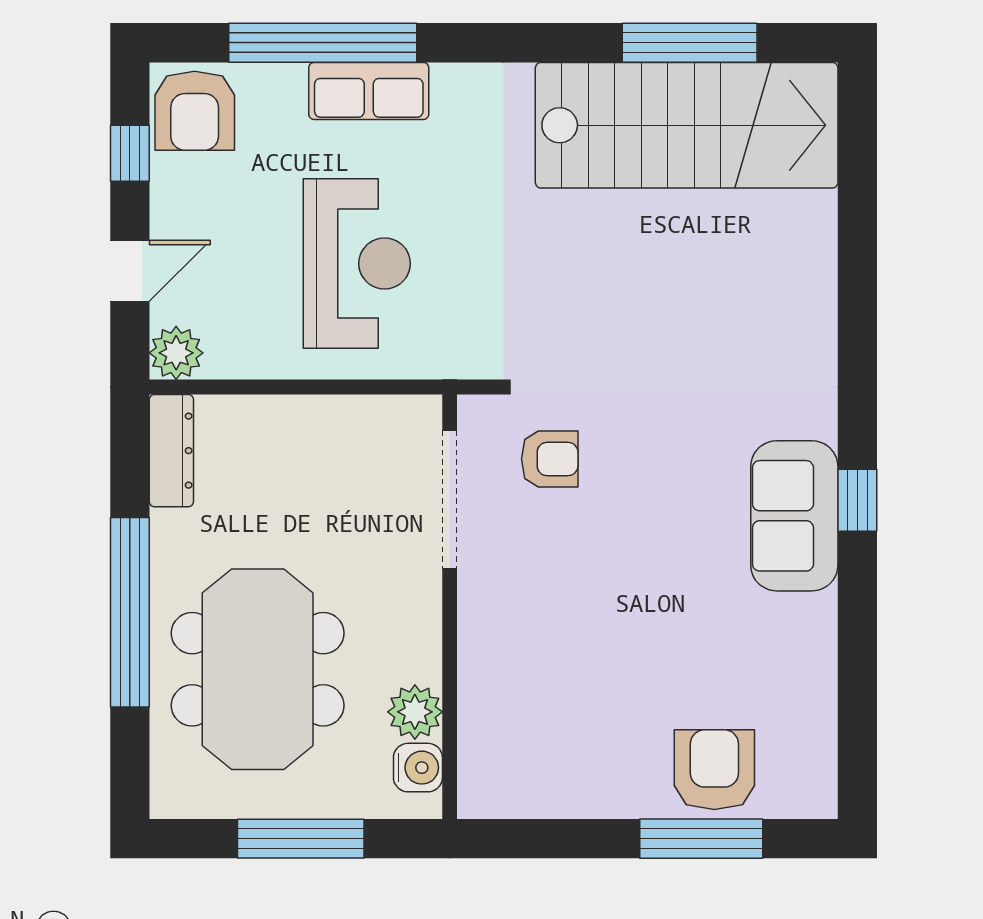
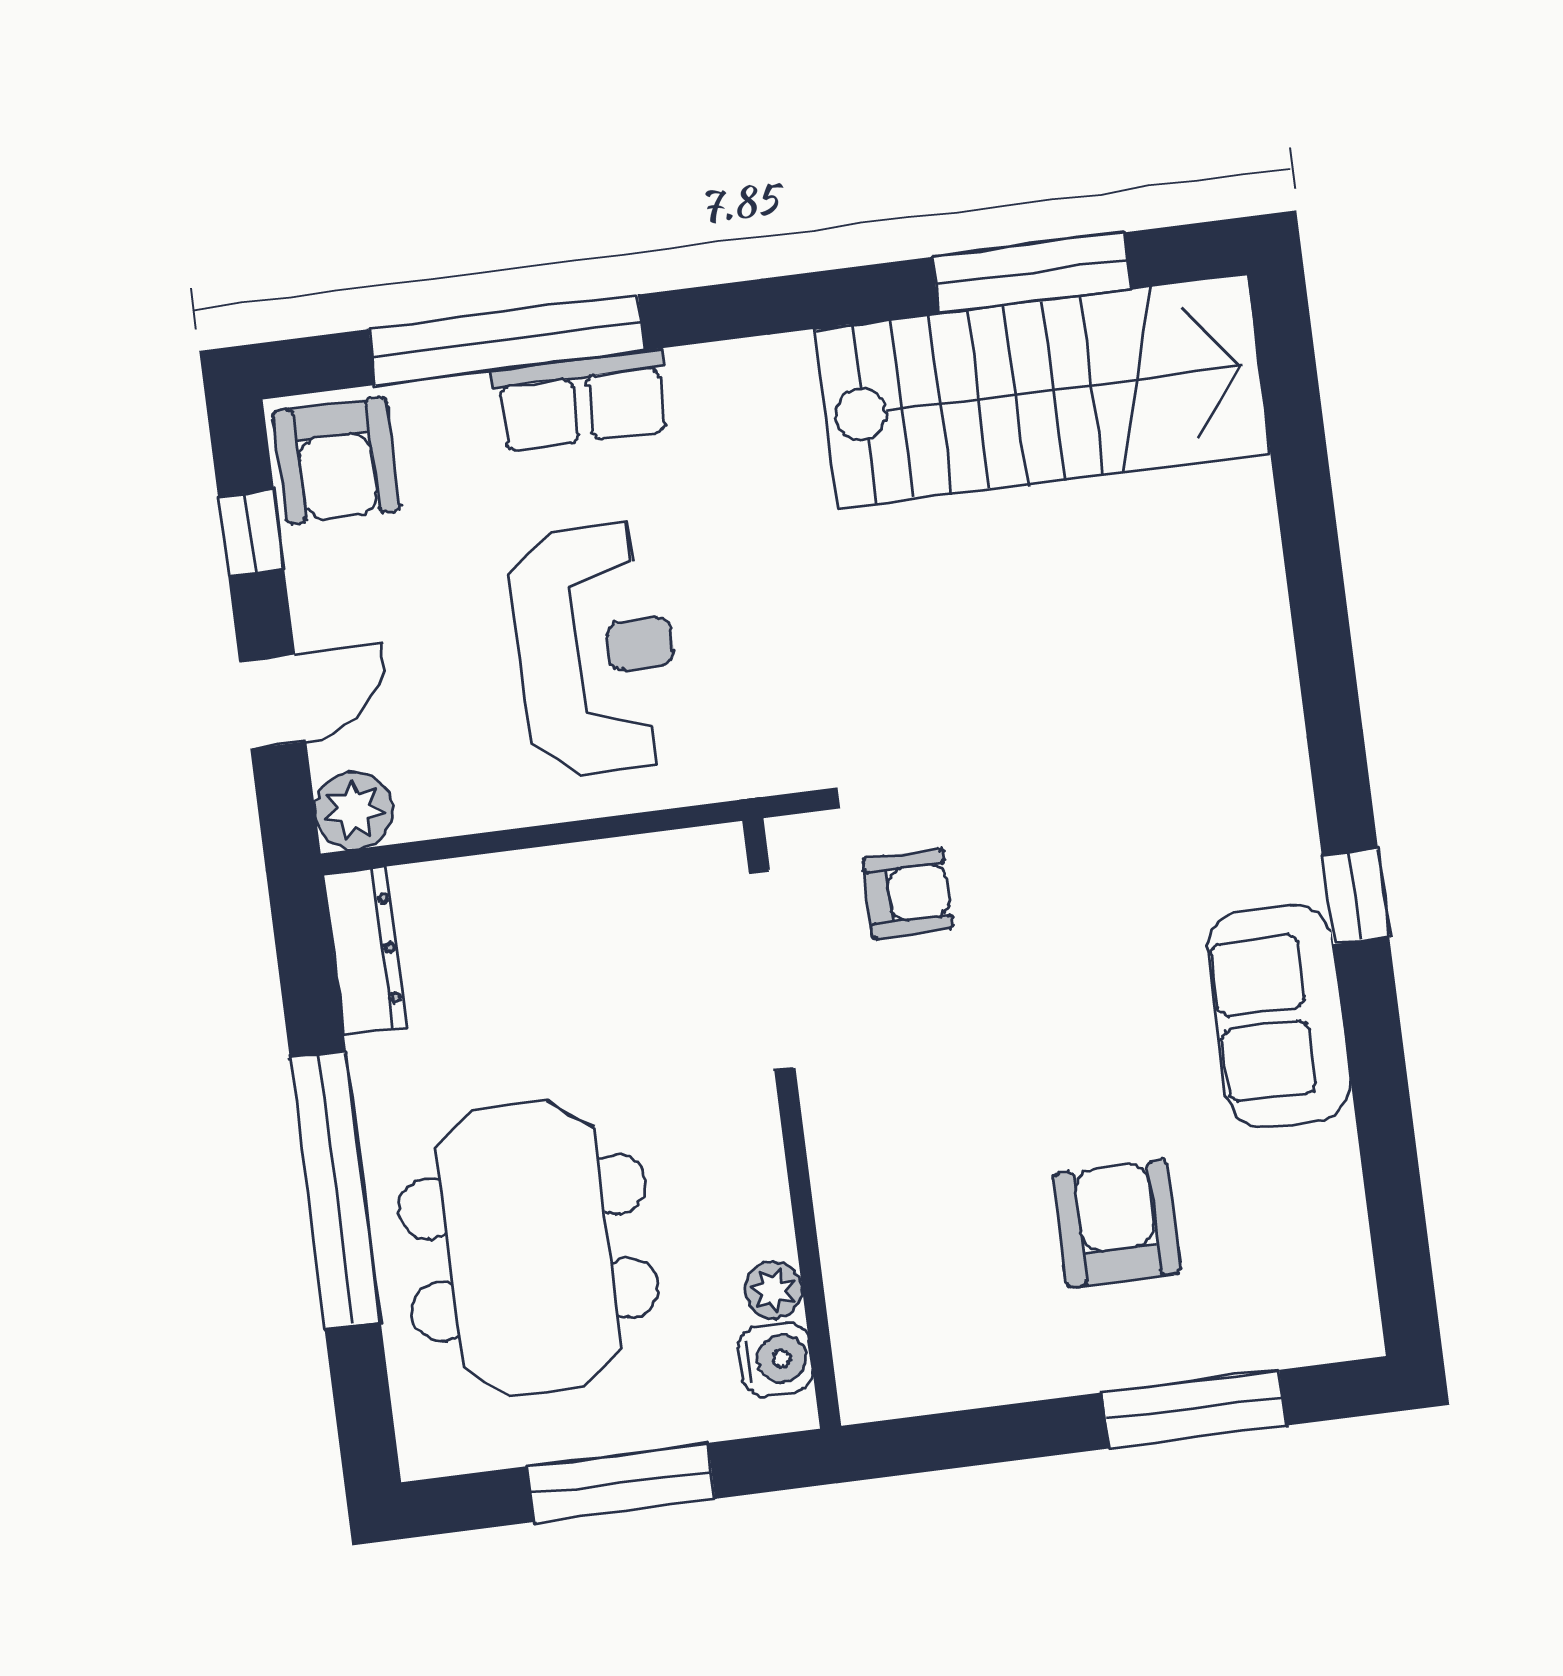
sofa: (794, 516) -> (1279, 1016), moved
plant: (415, 712) -> (773, 1290), width x0.73, depth x0.73
armchair: (714, 770) -> (1117, 1224), moved

